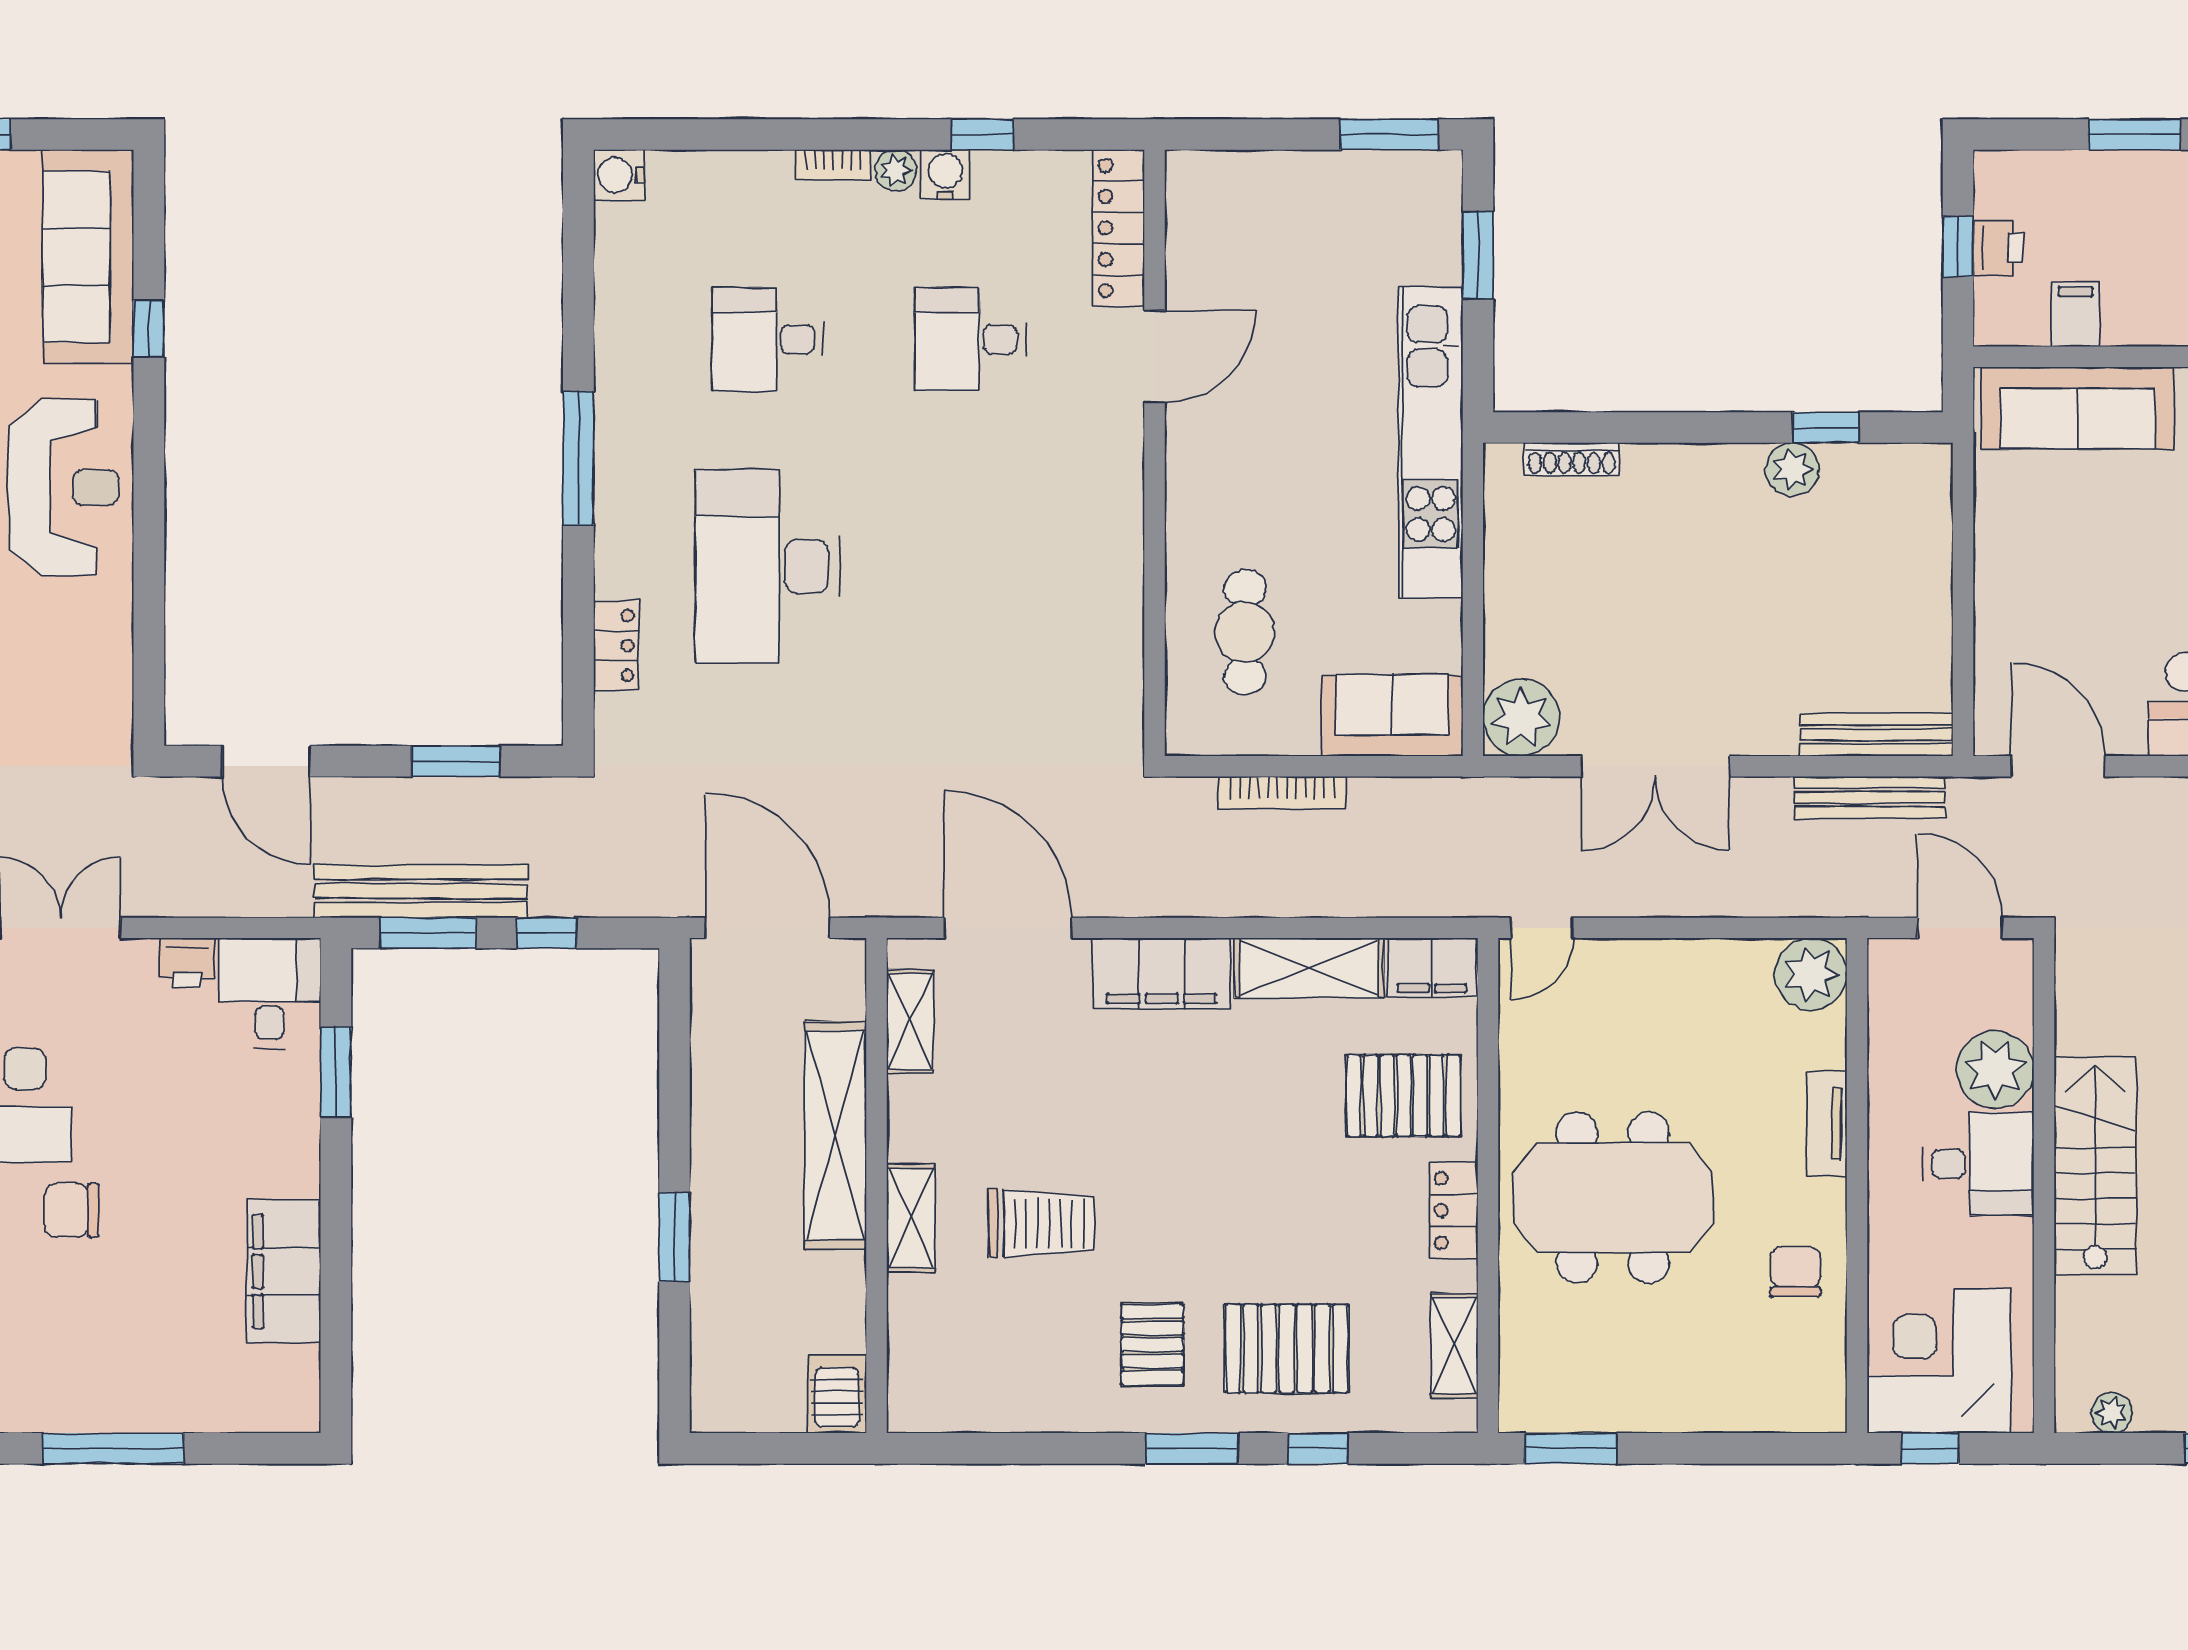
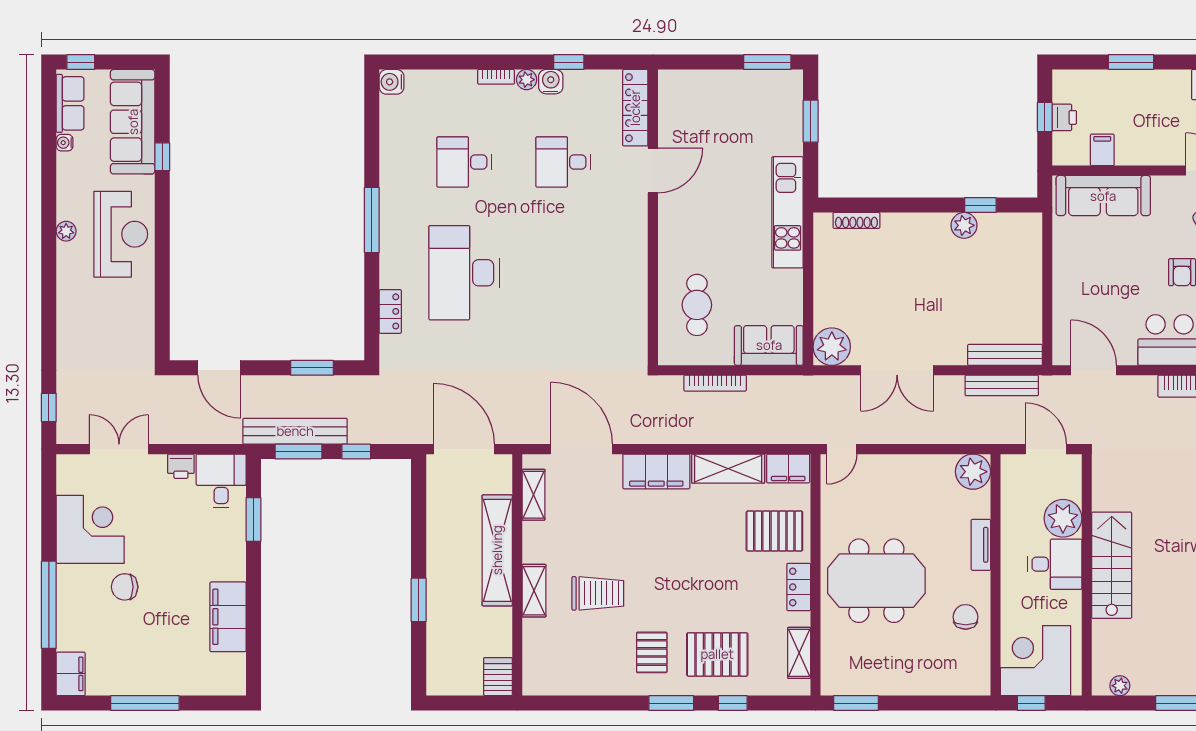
kitchen unit: (1431, 442) -> (788, 212), width x0.73

